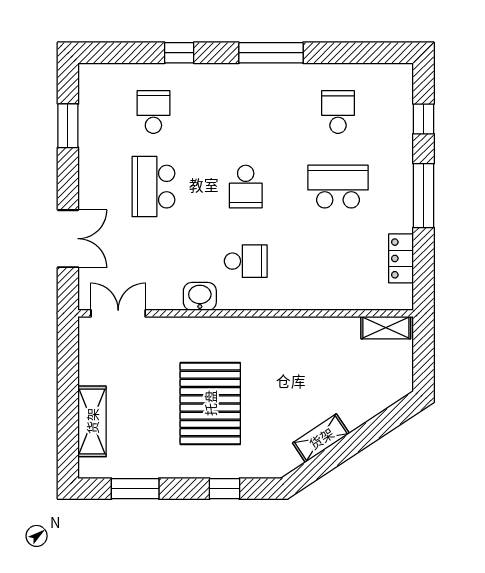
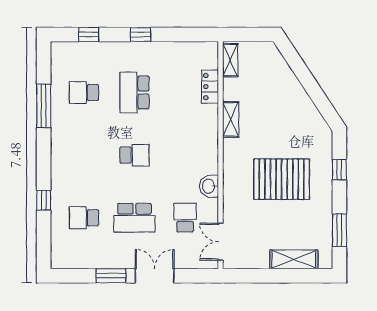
window: (271, 53) -> (44, 106), moved
window: (68, 126) -> (111, 276), moved
window: (424, 196) -> (141, 34), width x0.46
double door: (68, 239) -> (155, 276), moved
locker: (401, 258) -> (210, 87), moved, turned 90
school desk: (246, 261) -> (185, 218), moved
shelving: (321, 438) -> (231, 119), moved, turned 33

